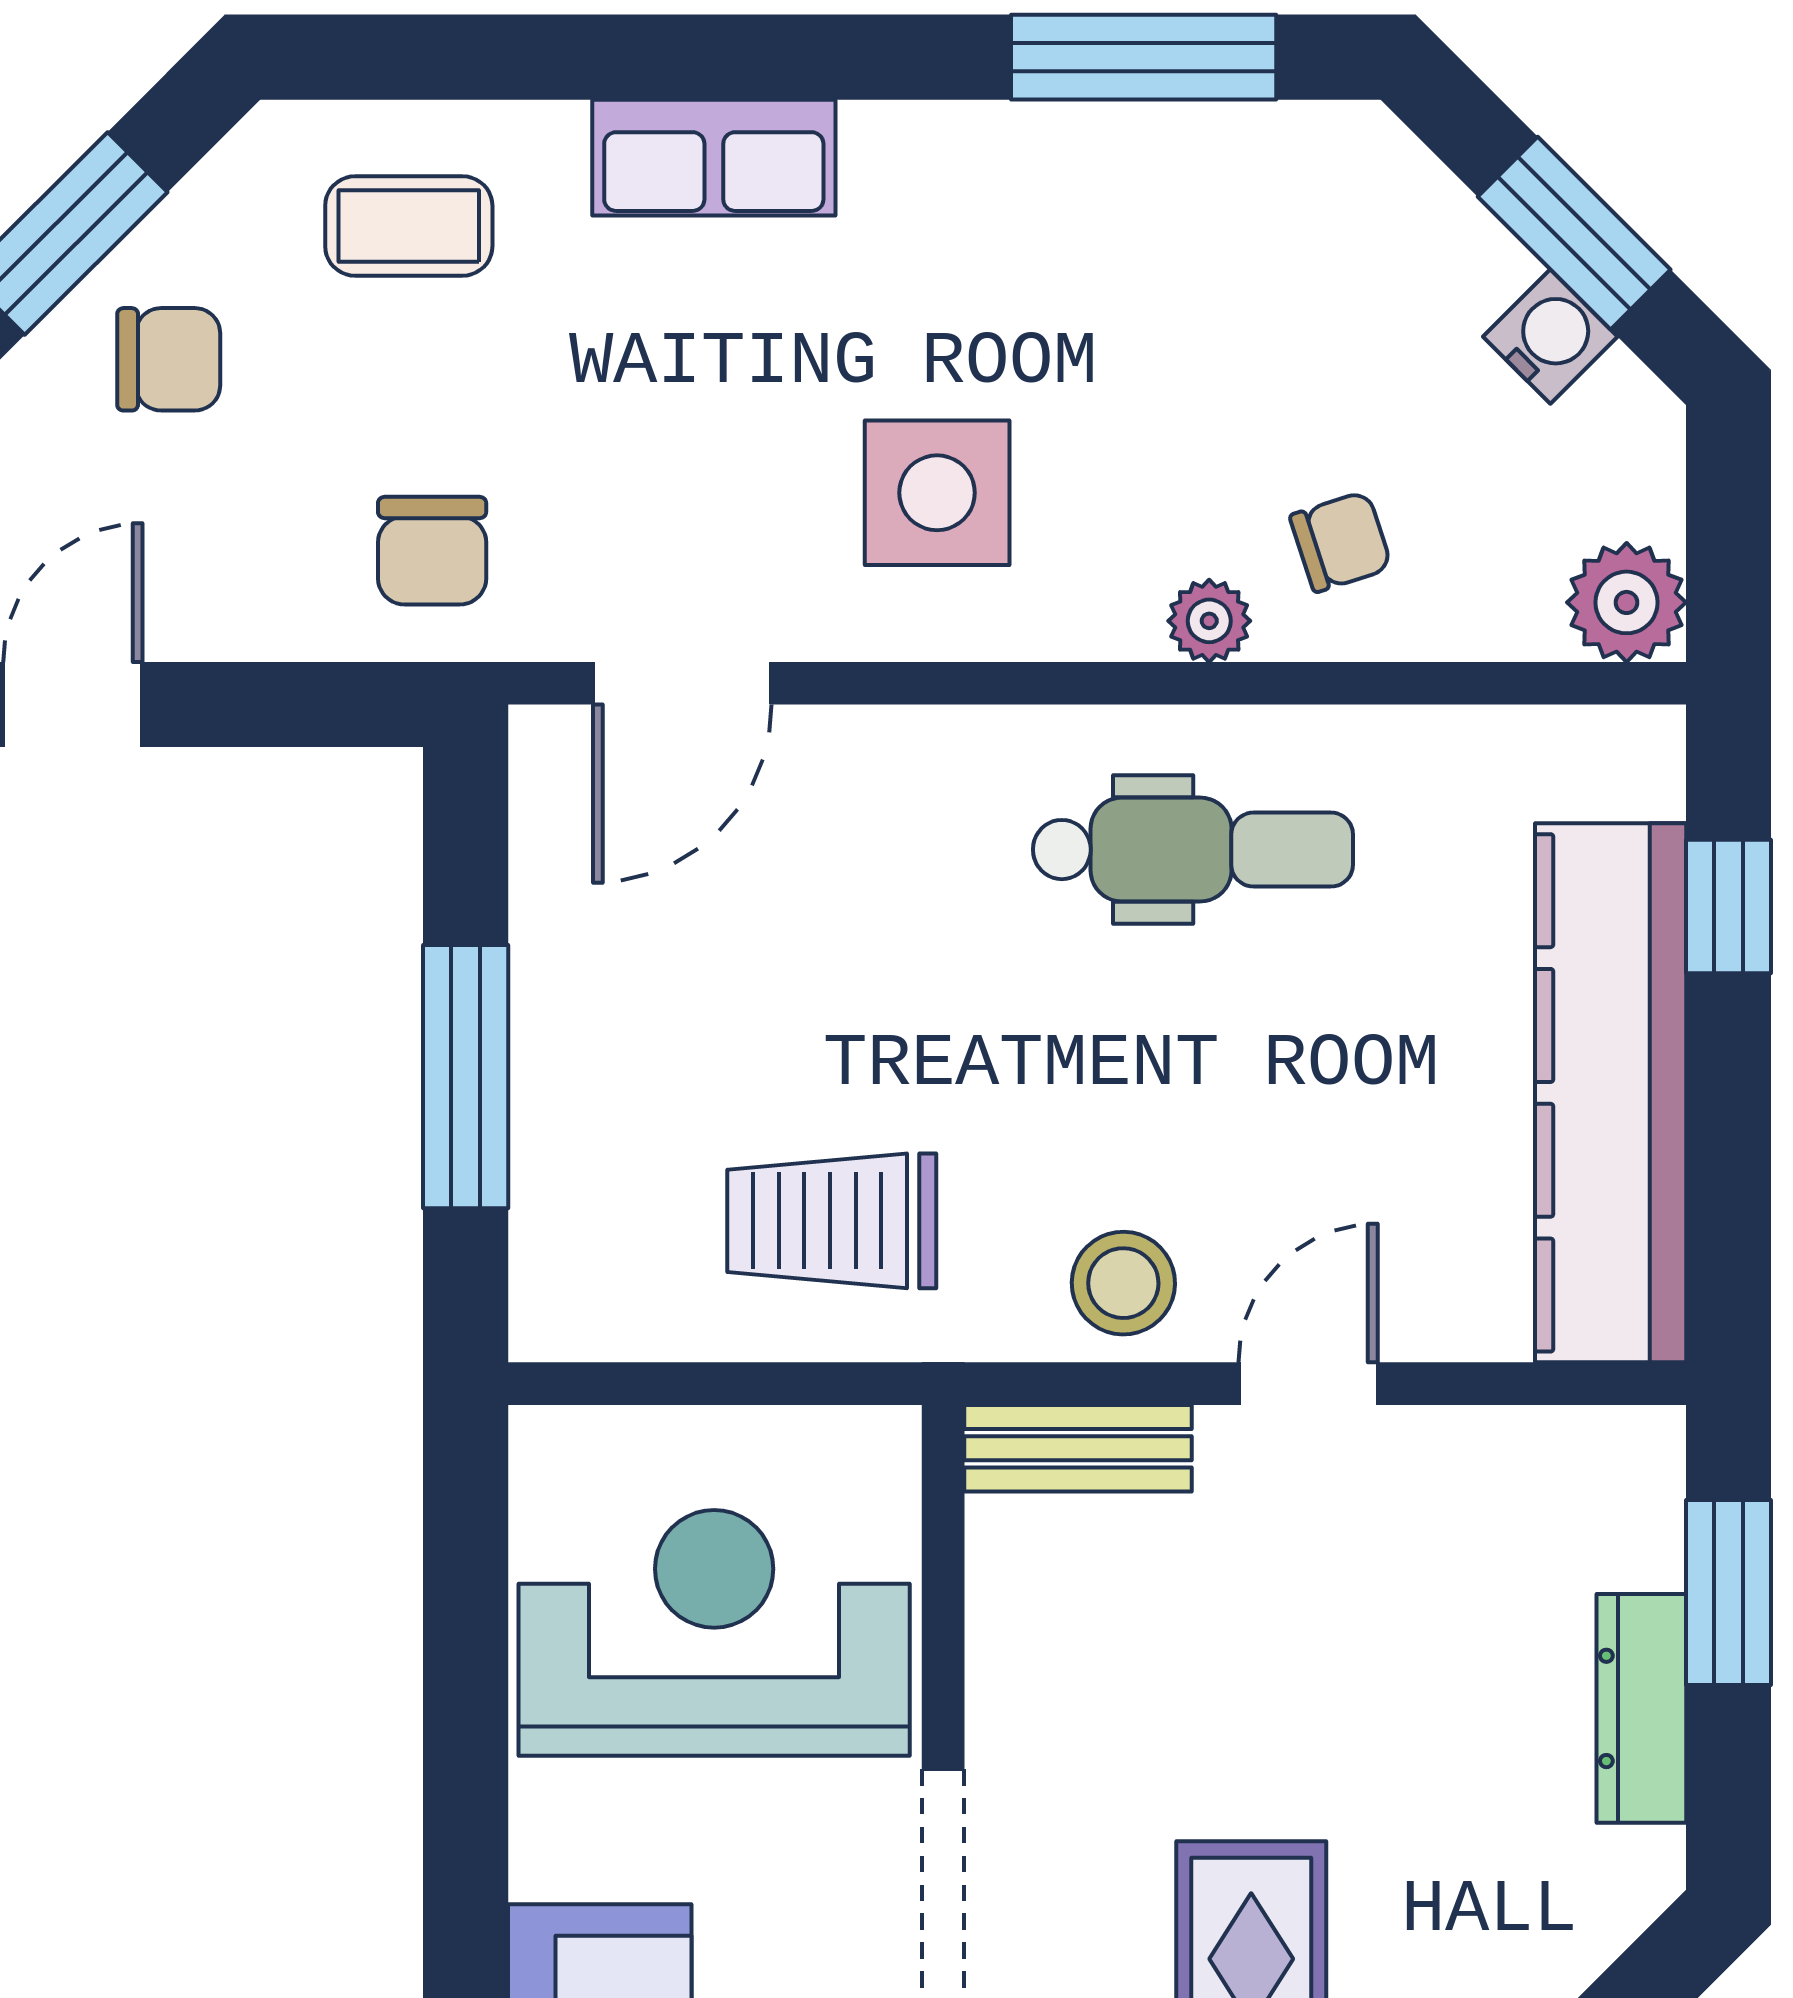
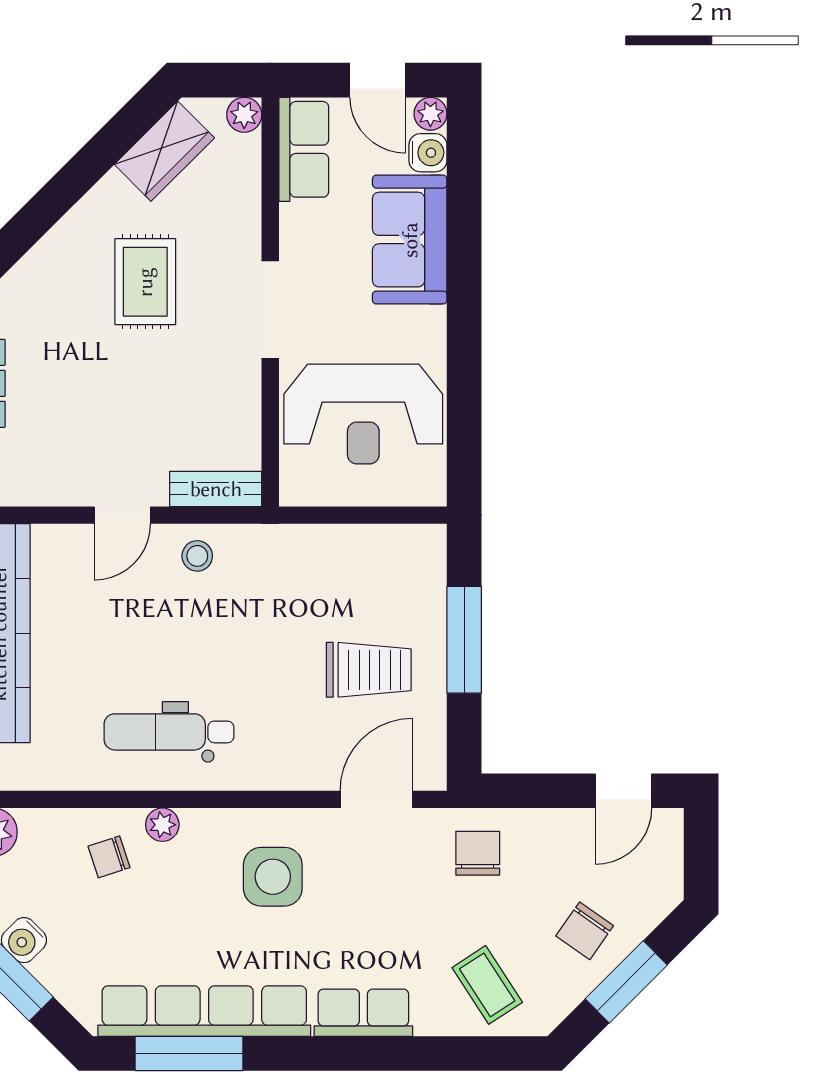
row of seats: (1106, 162) -> (204, 1011), added
coffee table: (409, 226) -> (487, 985), turned 57
chair: (169, 359) -> (585, 931), turned -55
trolley: (832, 1221) -> (369, 670), moved
stool: (1123, 1283) -> (197, 556), width x0.73, depth x0.73

